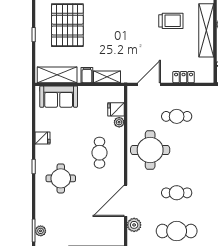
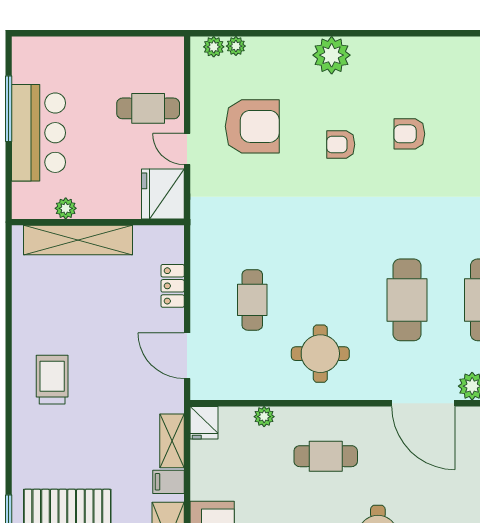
trolley: (171, 21) -> (52, 380), moved
fridge: (116, 109) -> (204, 423), moved
round table: (150, 150) -> (320, 354), width x0.73, depth x0.73
cafe table: (177, 193) -> (407, 300), width x1.37, depth x1.35

